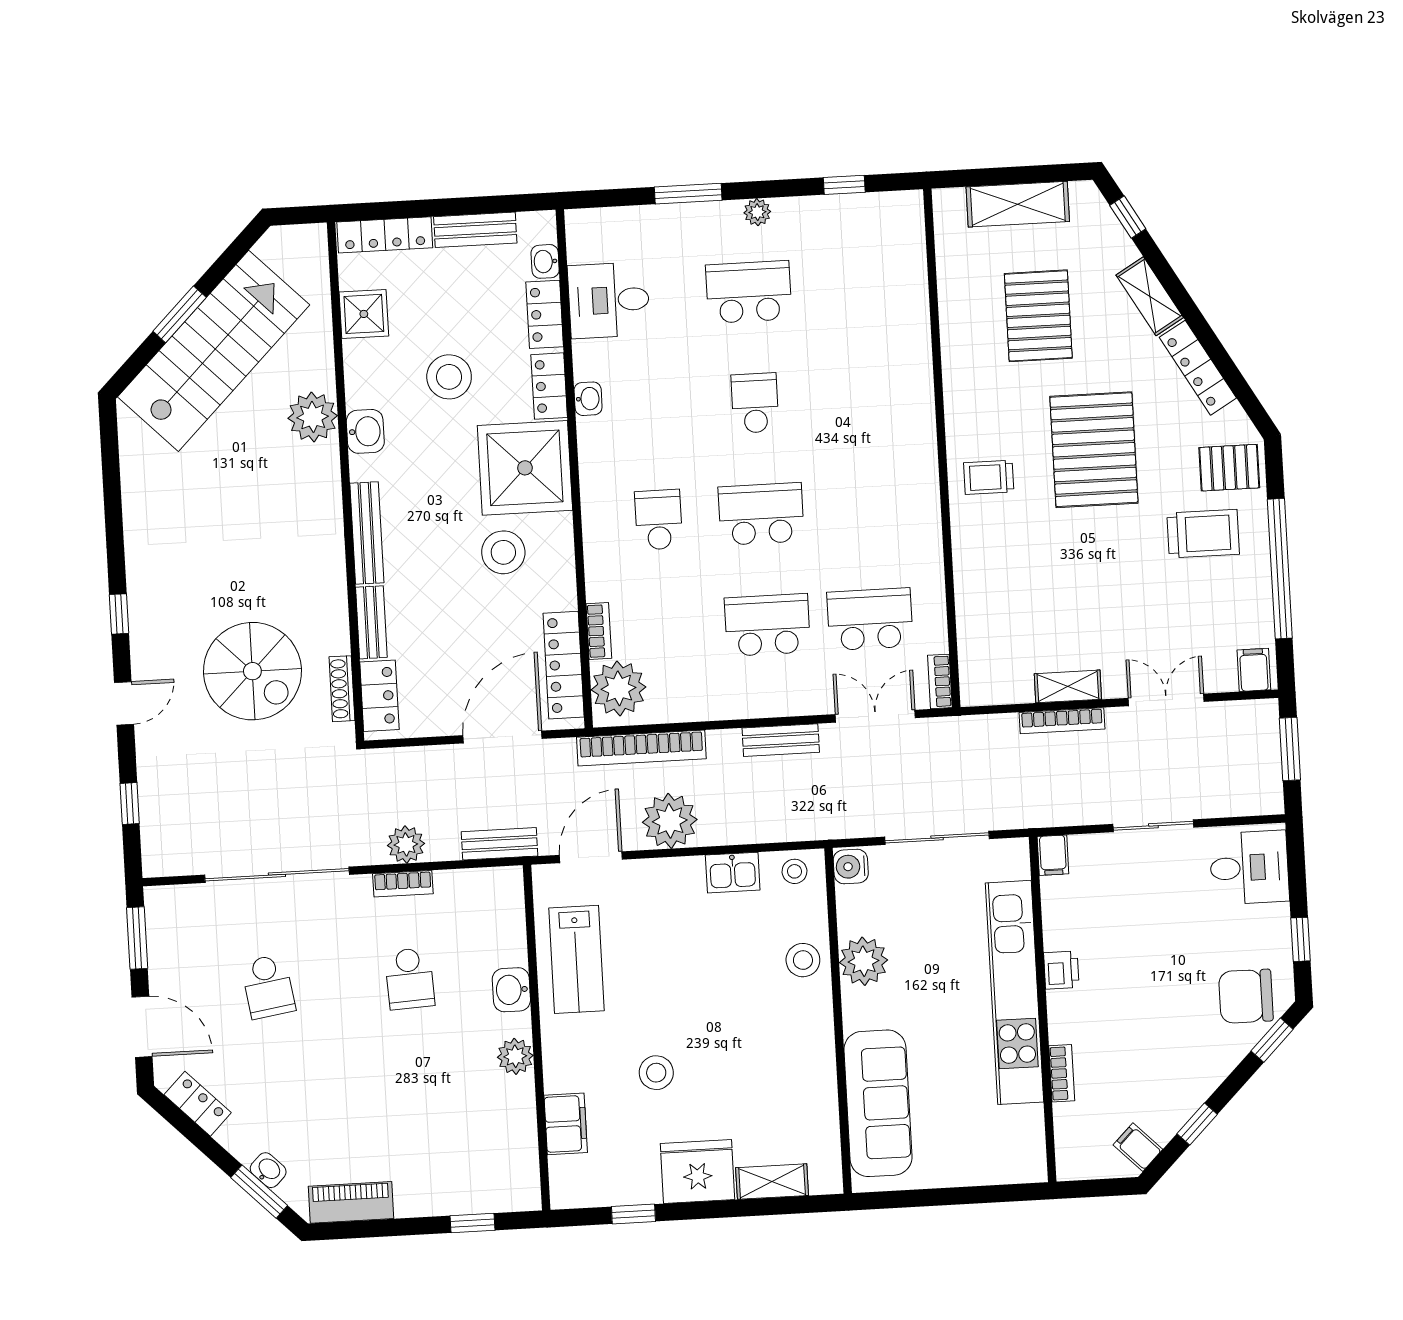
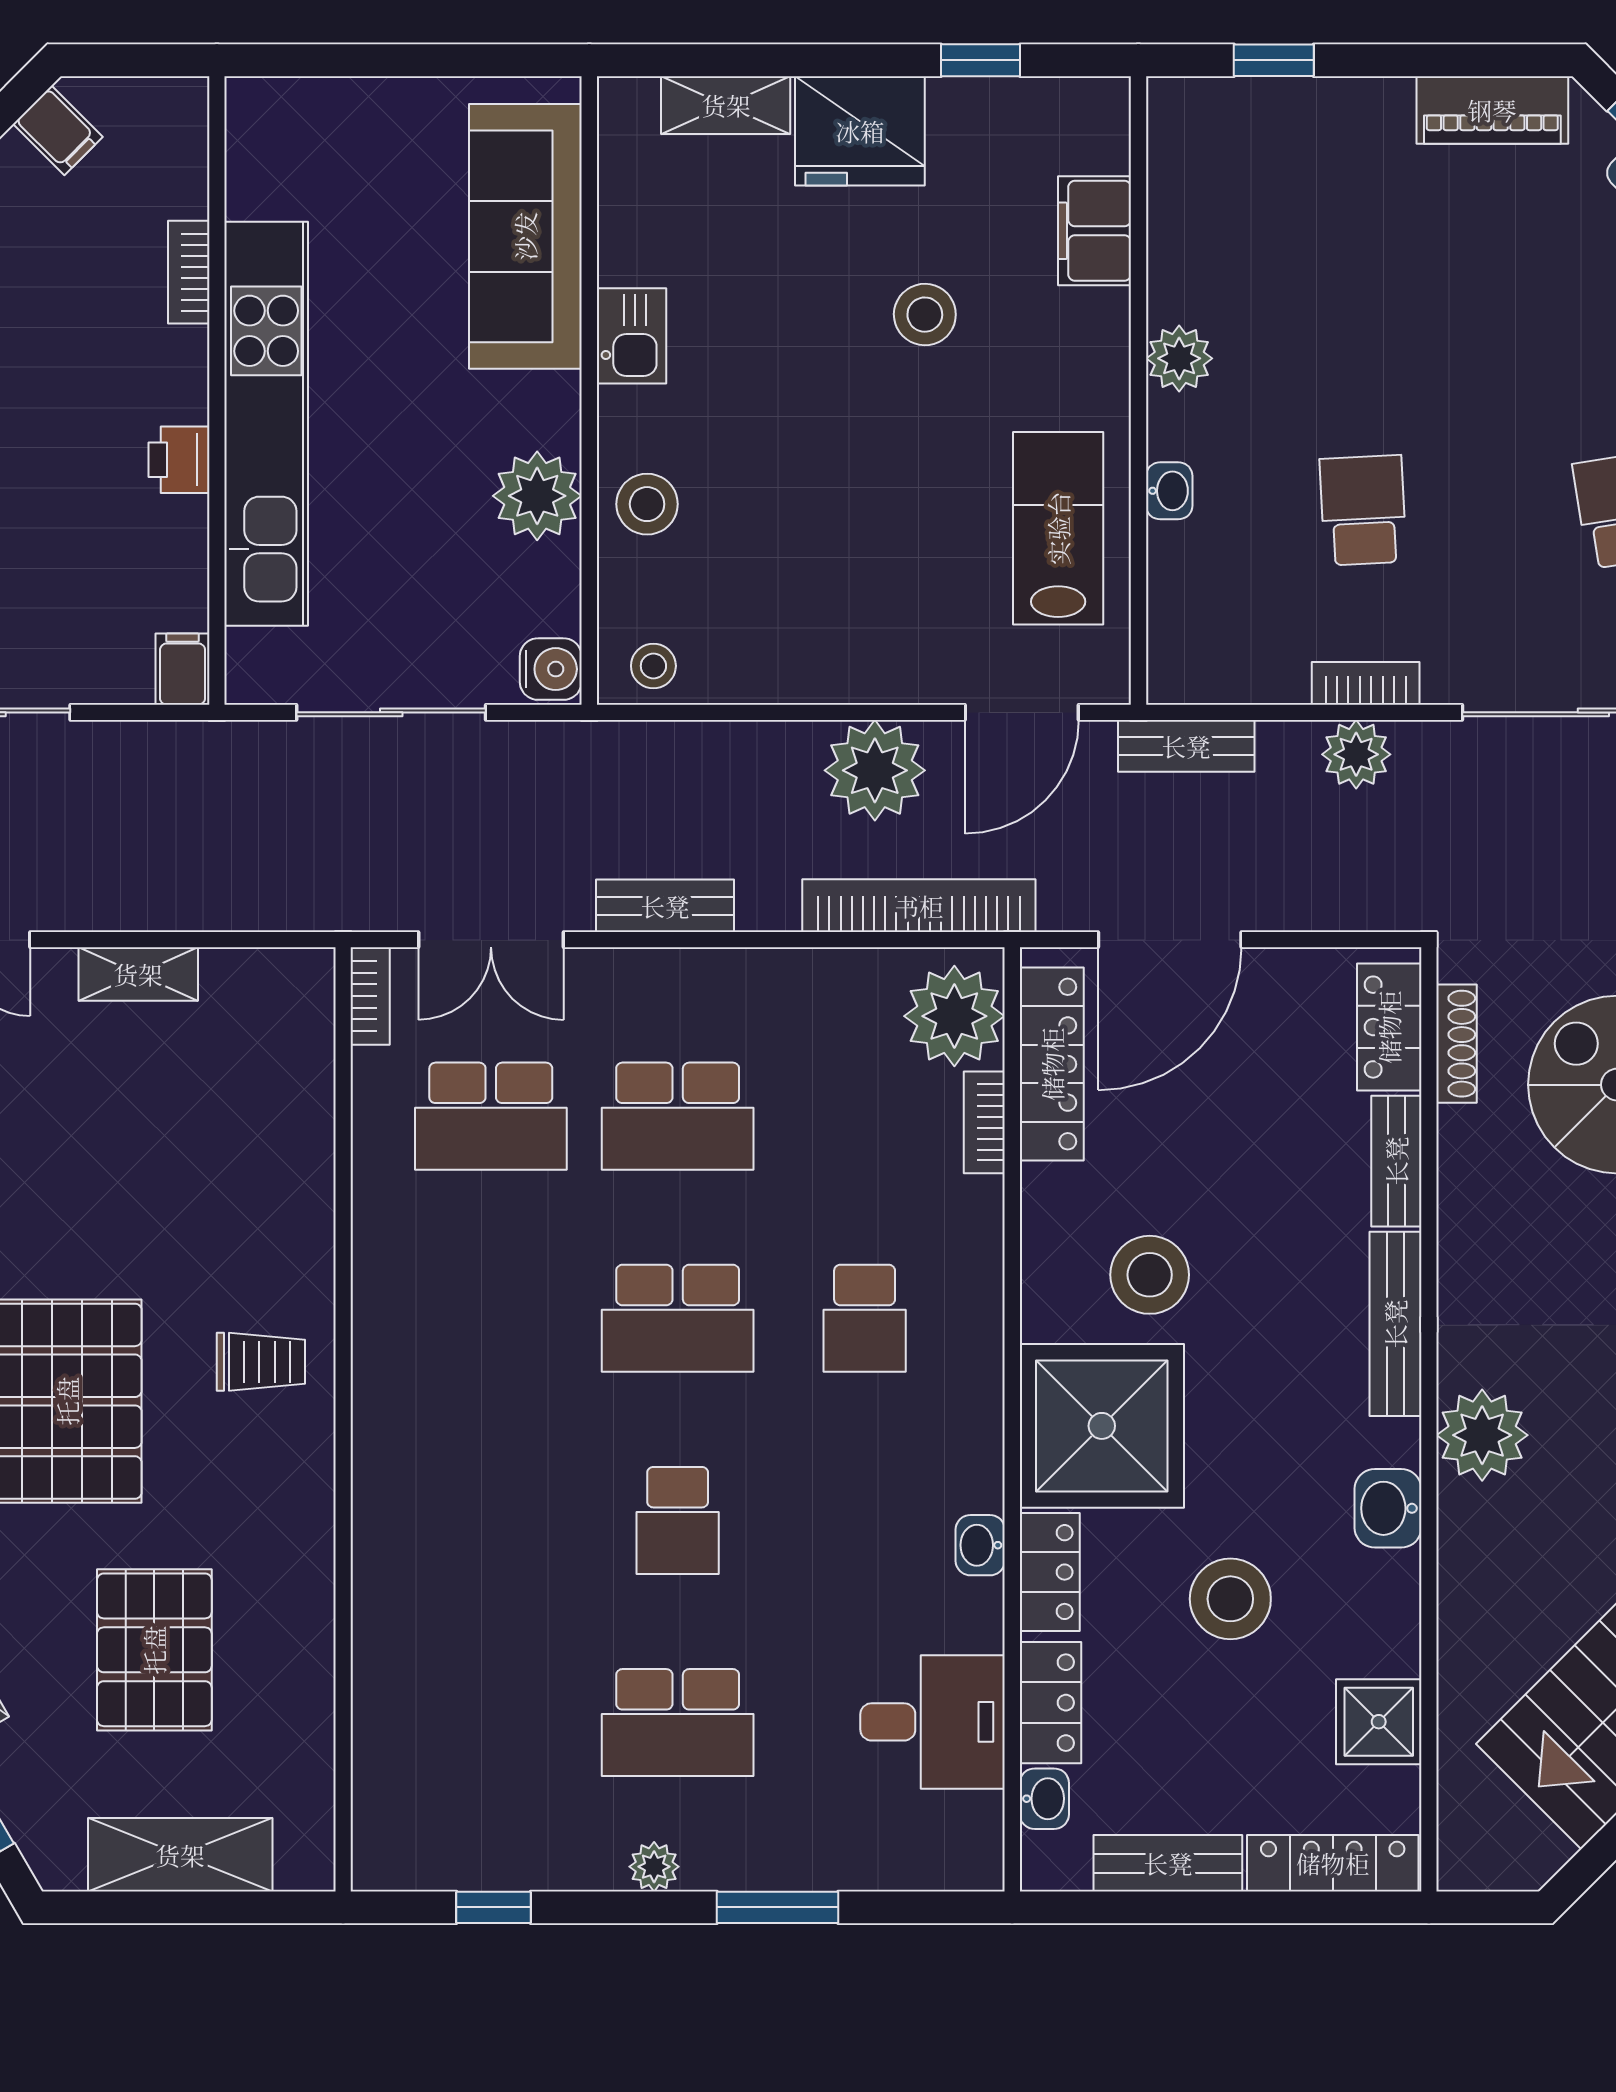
plant: (313, 417) -> (1482, 1435), moved
bookcase: (1062, 721) -> (152, 912), removed
kitchen sink: (733, 873) -> (631, 336), moved, turned 90
washbasin: (511, 990) -> (1169, 491), width x0.72, depth x0.69

